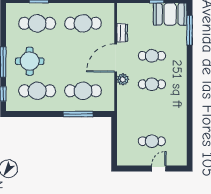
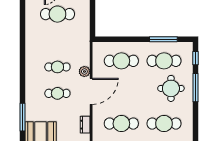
dresser: (122, 33) -> (85, 125), moved
window: (78, 114) -> (163, 39), moved
cafe table: (152, 141) -> (57, 14), width x1.37, depth x1.35

